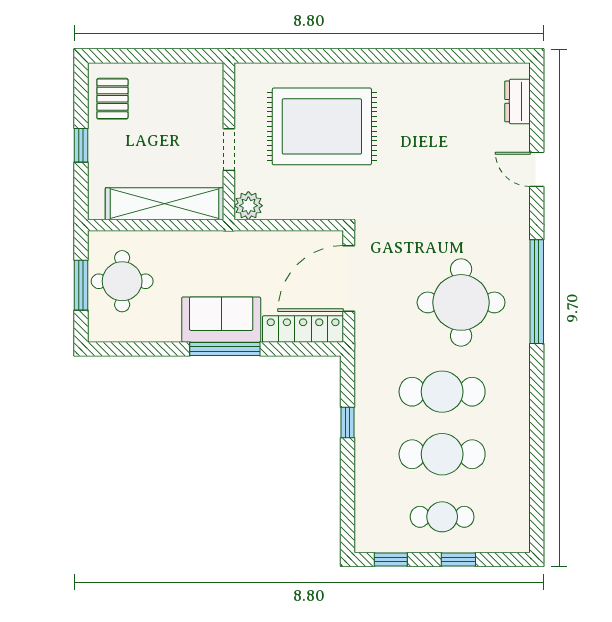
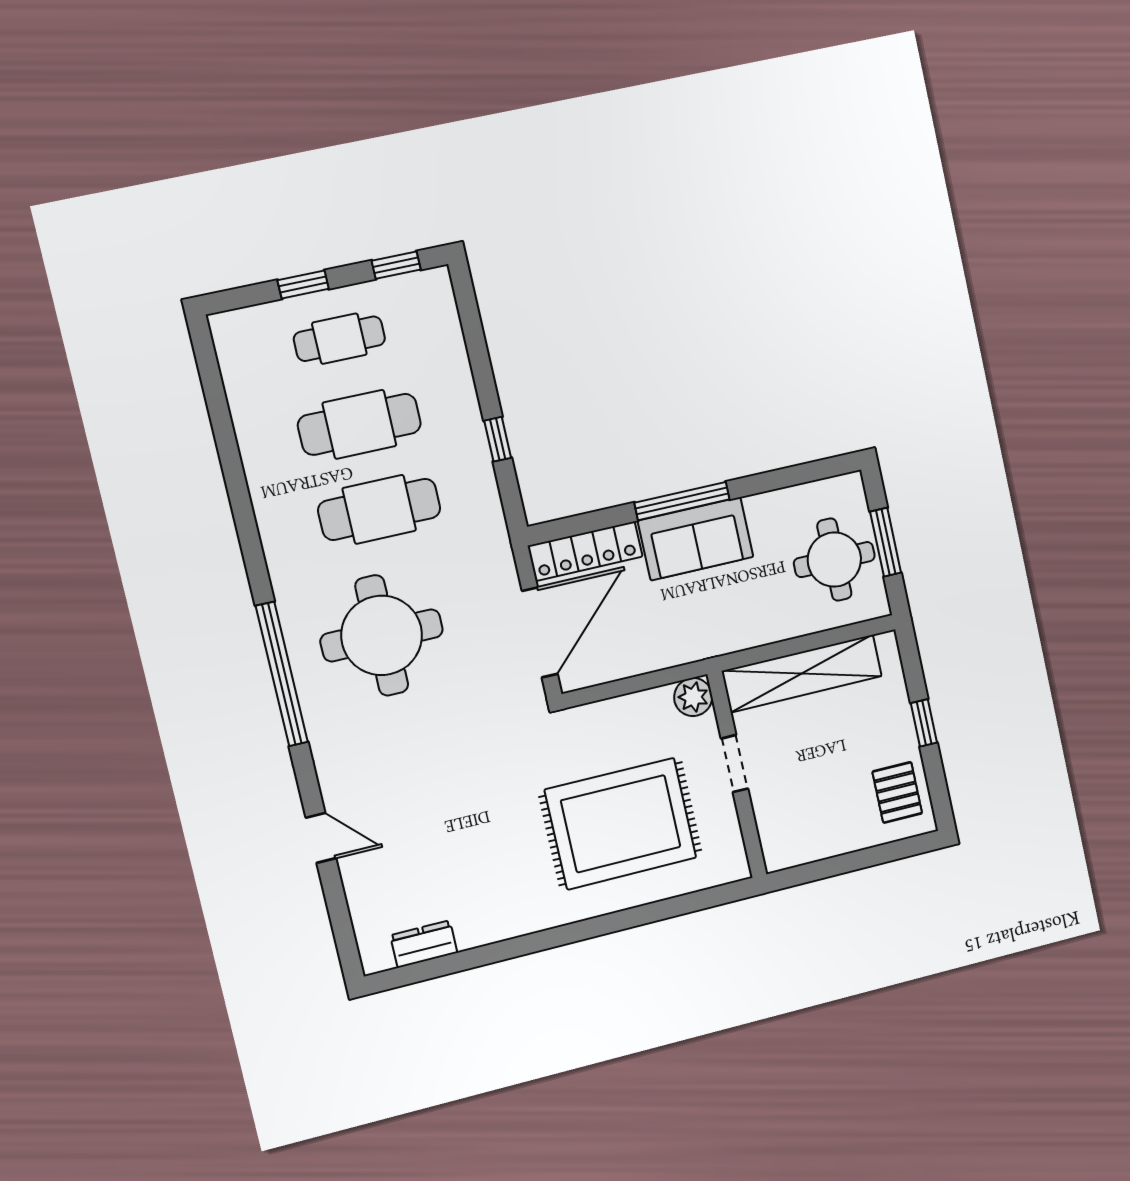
dresser: (517, 101) -> (424, 944), moved, turned -90

